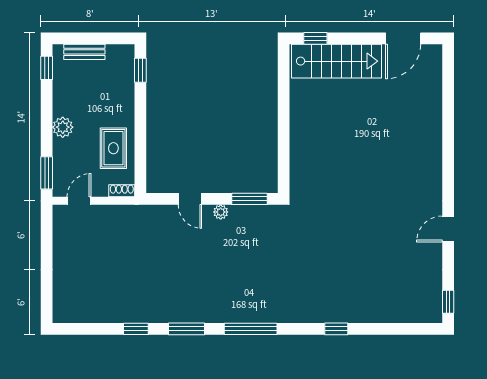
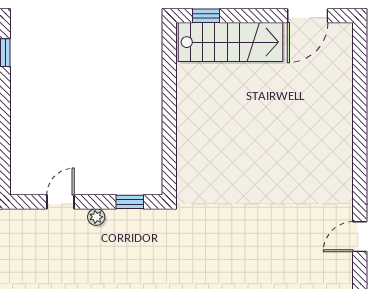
door: (190, 199) -> (60, 202), swing flipped
window: (250, 199) -> (130, 202), width x0.67

